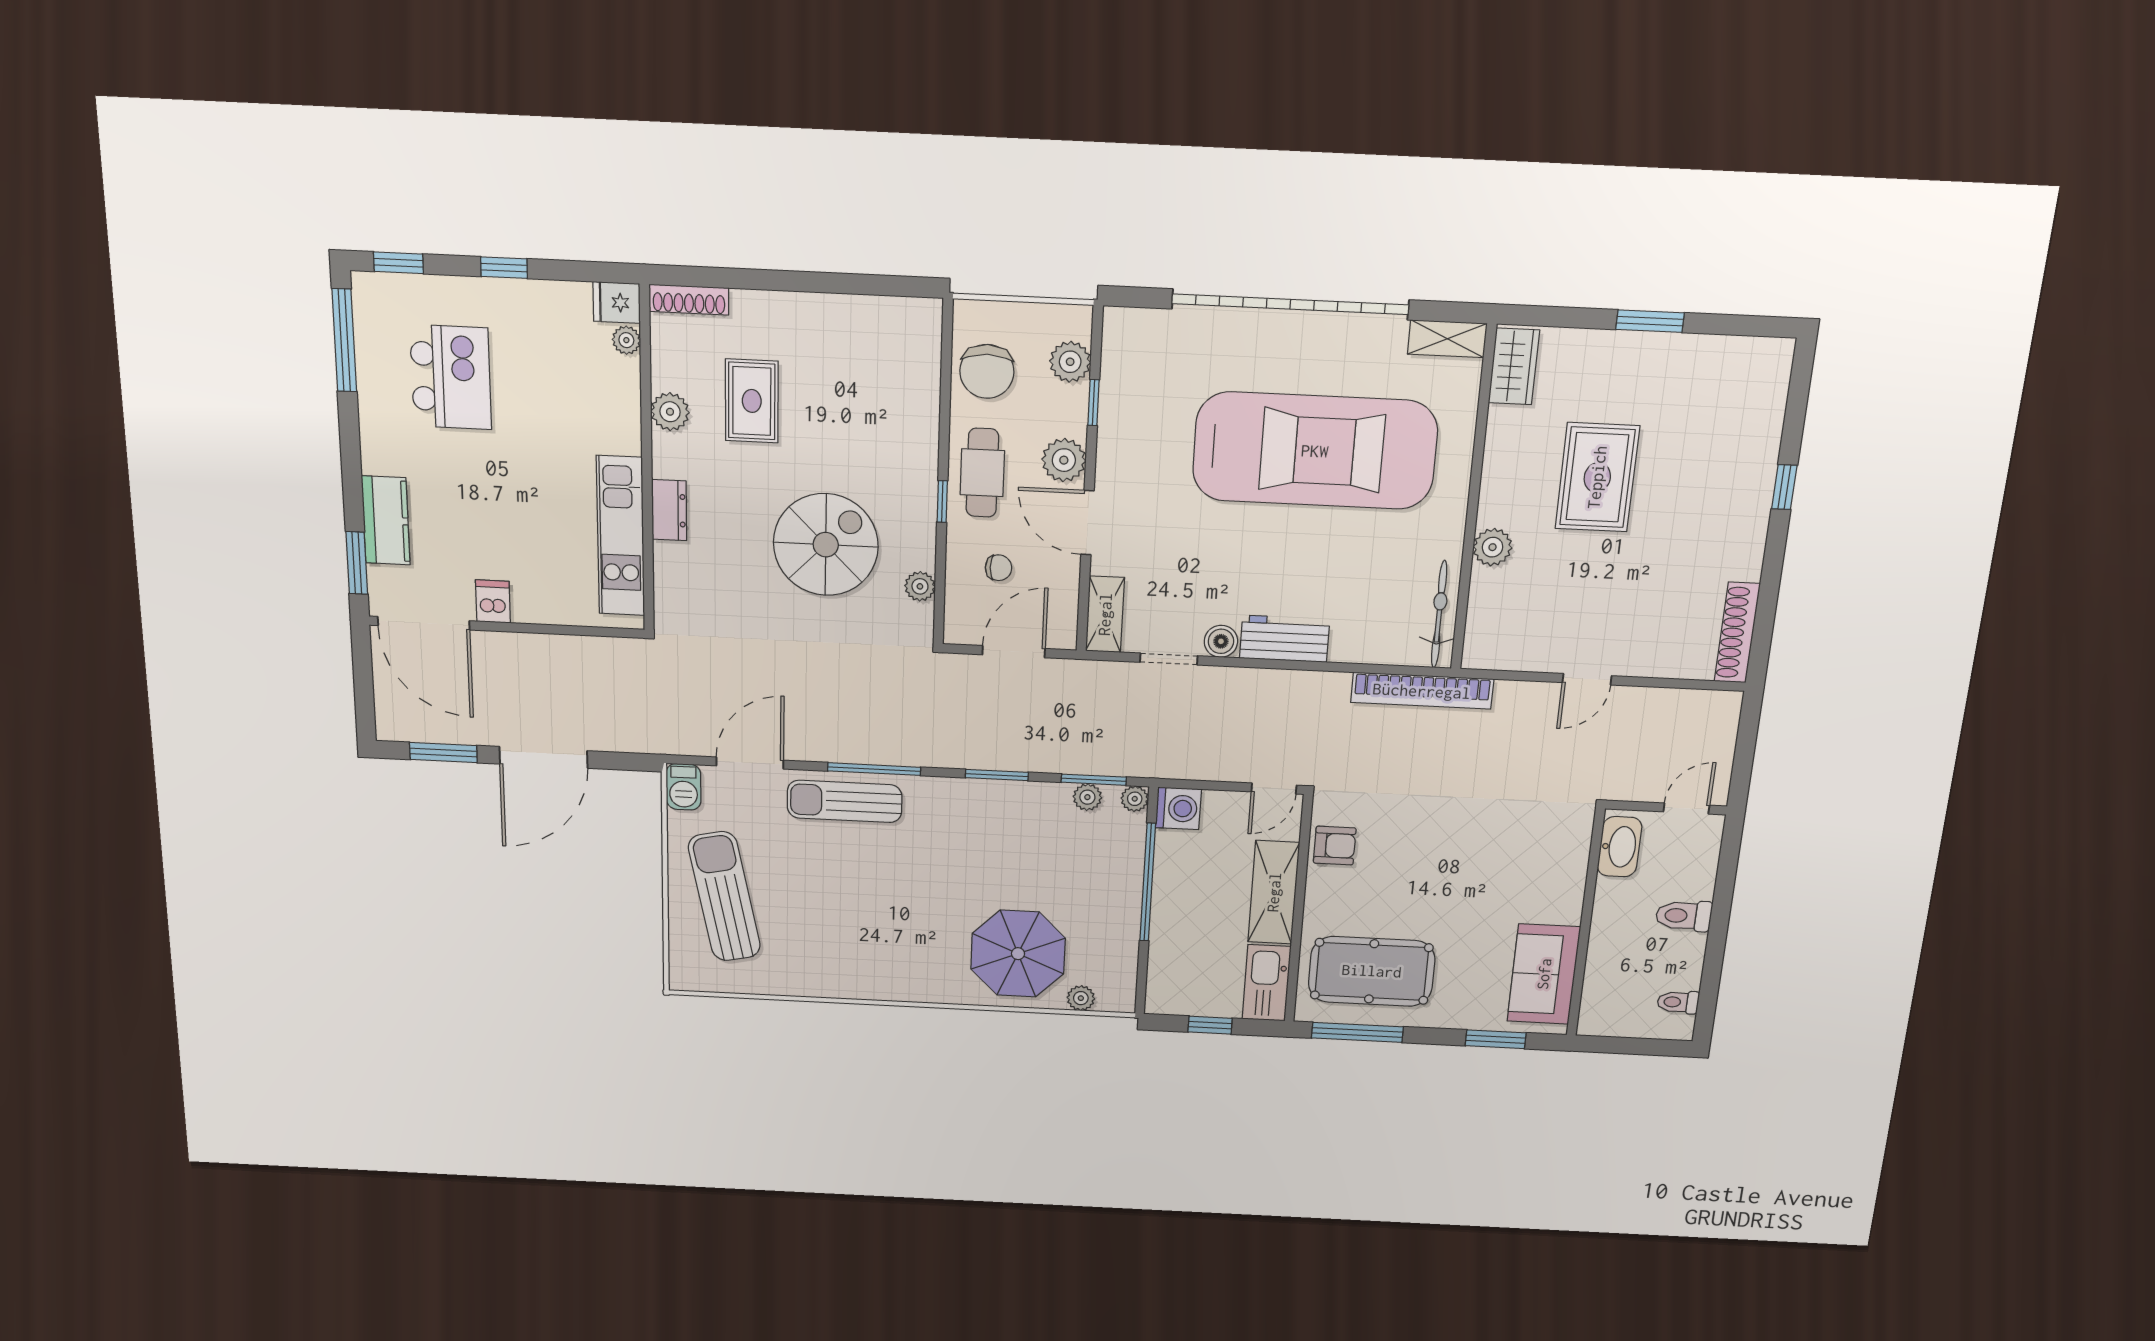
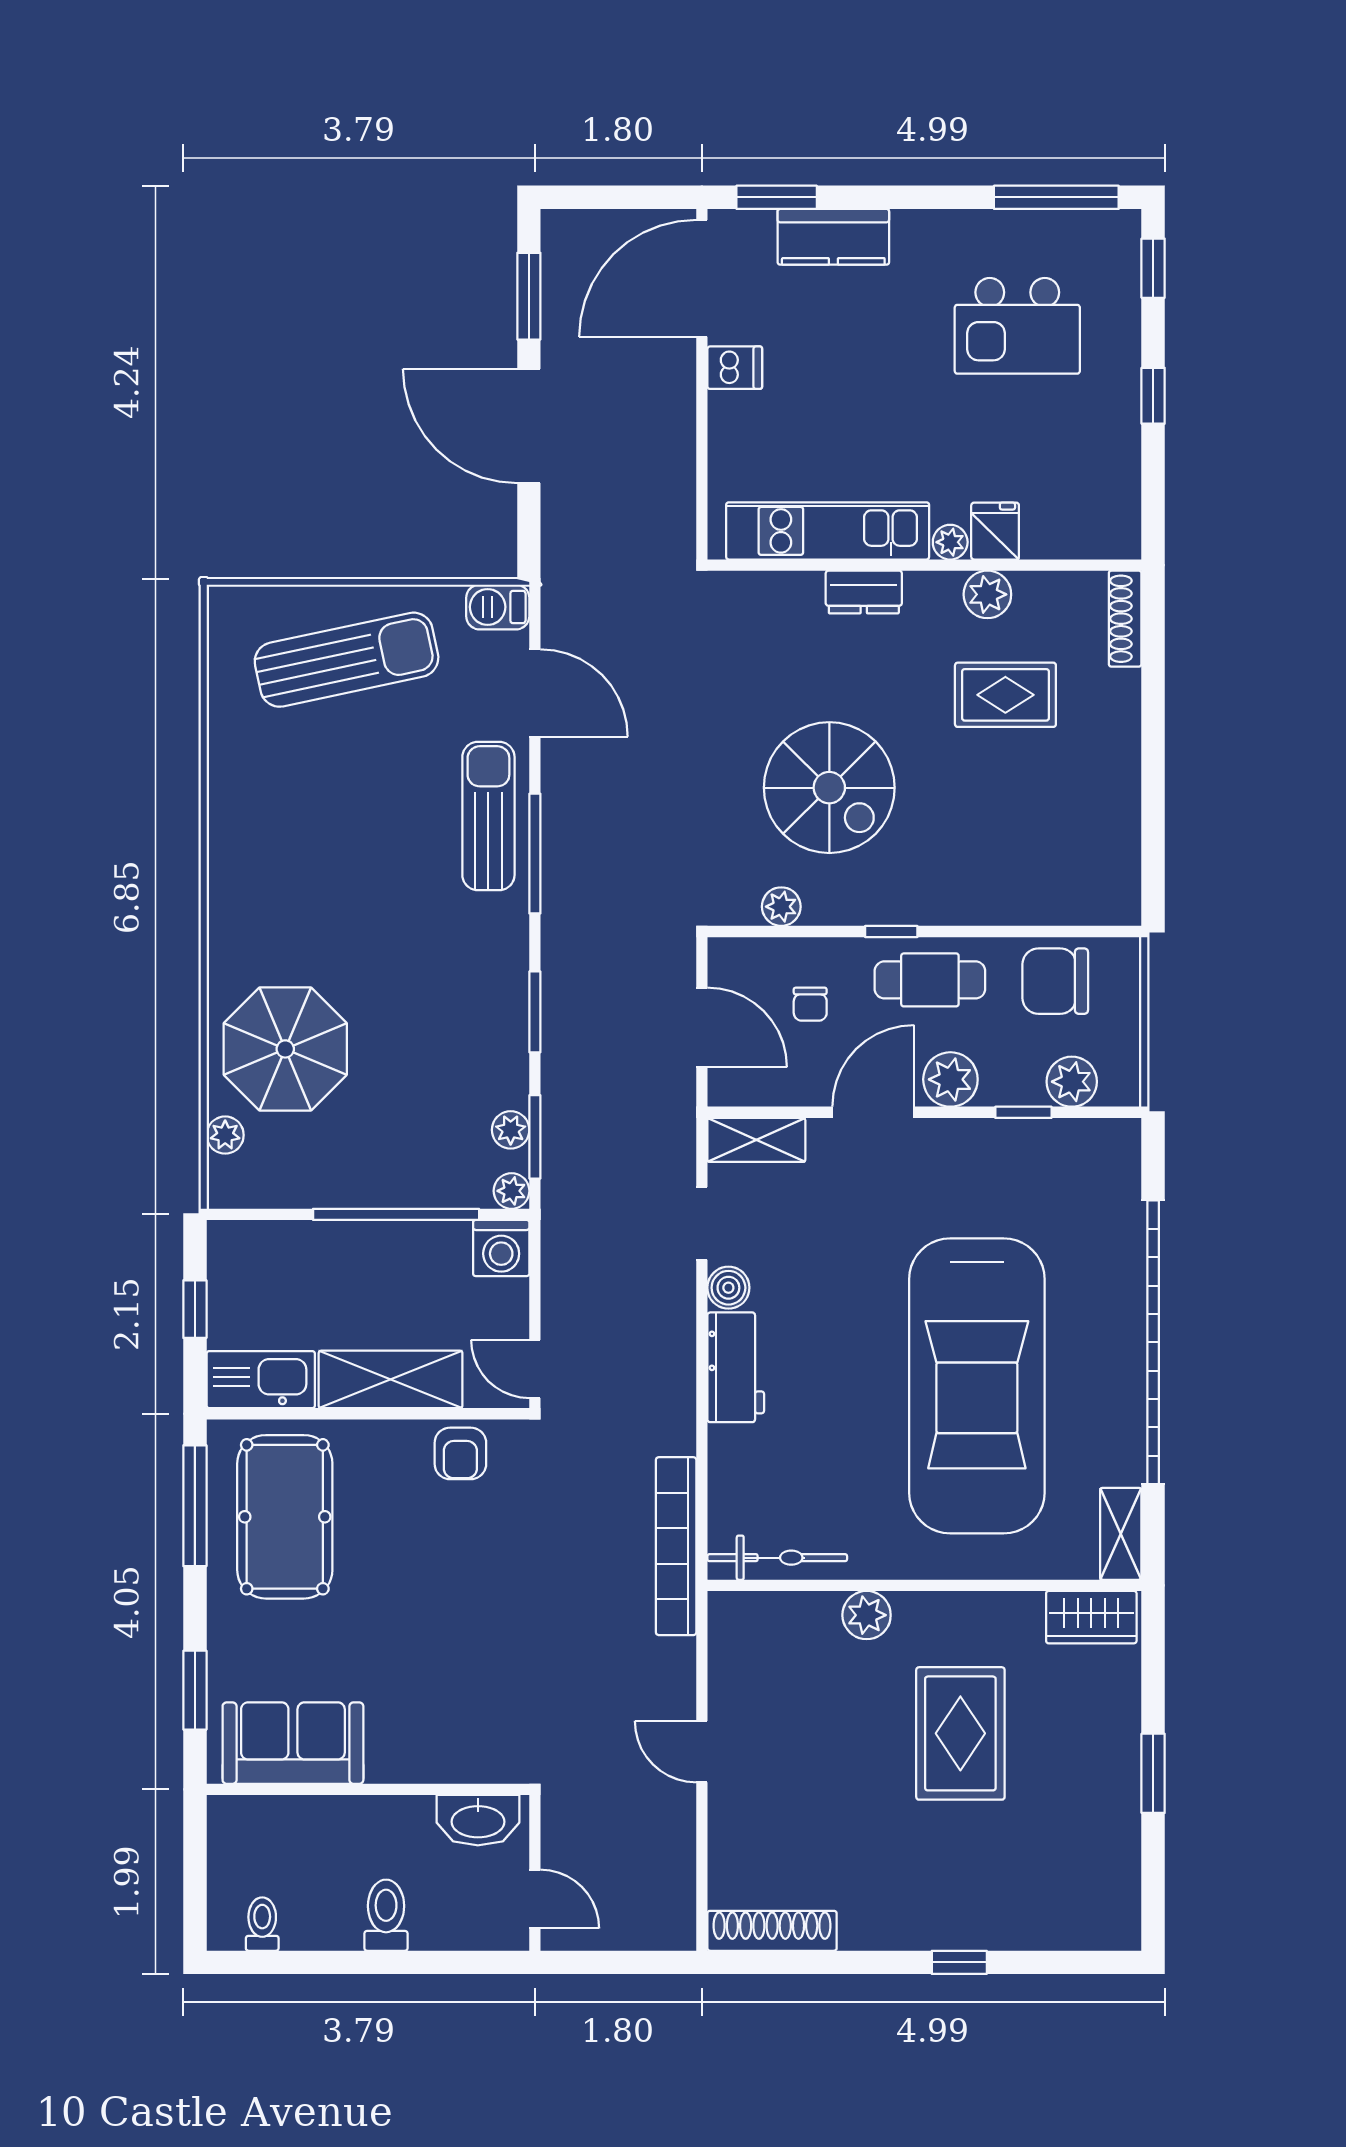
fridge: (617, 302) -> (995, 531), moved
plant: (626, 340) -> (950, 542), moved
rug: (1597, 477) -> (960, 1733), turned 90

